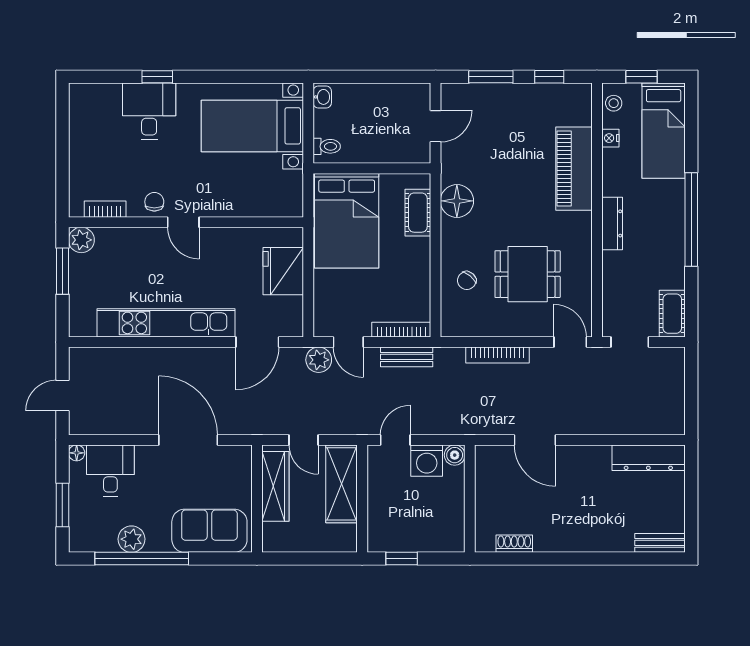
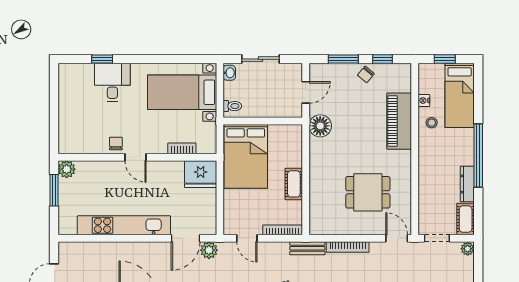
window: (157, 77) -> (102, 59), moved
sliding door: (368, 77) -> (260, 59), added
stool: (614, 103) -> (432, 123), moved
floor lamp: (457, 201) -> (320, 126), moved
bookcase: (105, 209) -> (182, 148), moved
cot: (418, 213) -> (294, 184), moved
dresser: (612, 223) -> (467, 184), moved, turned 180
fridge: (283, 271) -> (201, 174), moved, turned -90
chair: (467, 281) -> (366, 74), moved
bench: (407, 357) -> (307, 248), moved
plant: (675, 358) -> (468, 249), added
plant: (319, 360) -> (209, 250), moved

